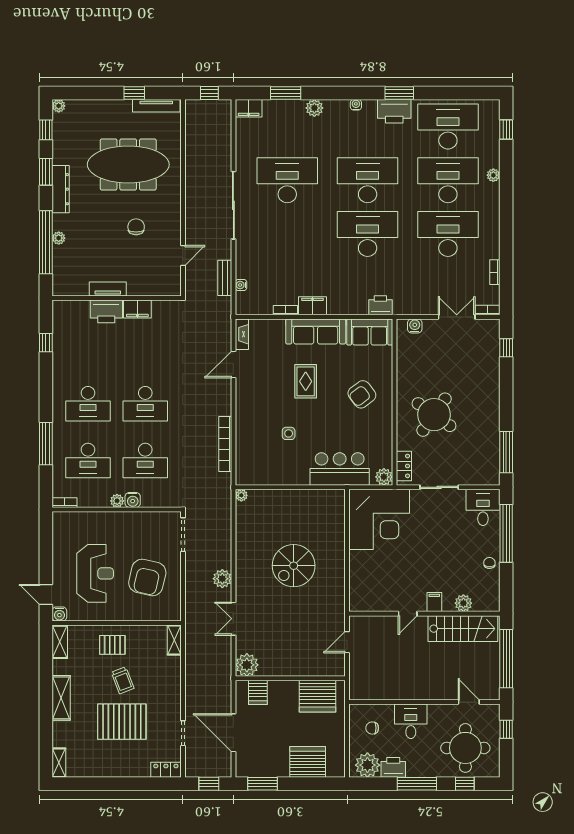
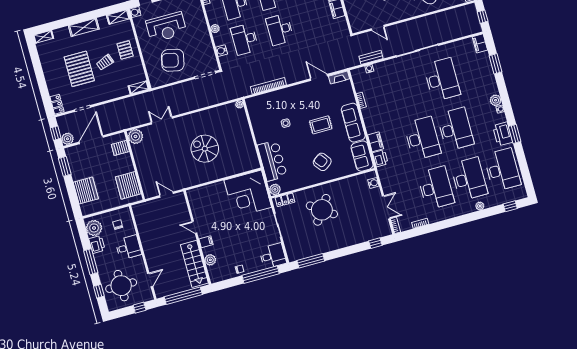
plant: (314, 108) -> (496, 100), moved
filing cabinet: (312, 306) -> (376, 142), moved
water cooler: (133, 500) -> (222, 51), moved
plant: (222, 579) -> (68, 139), moved

